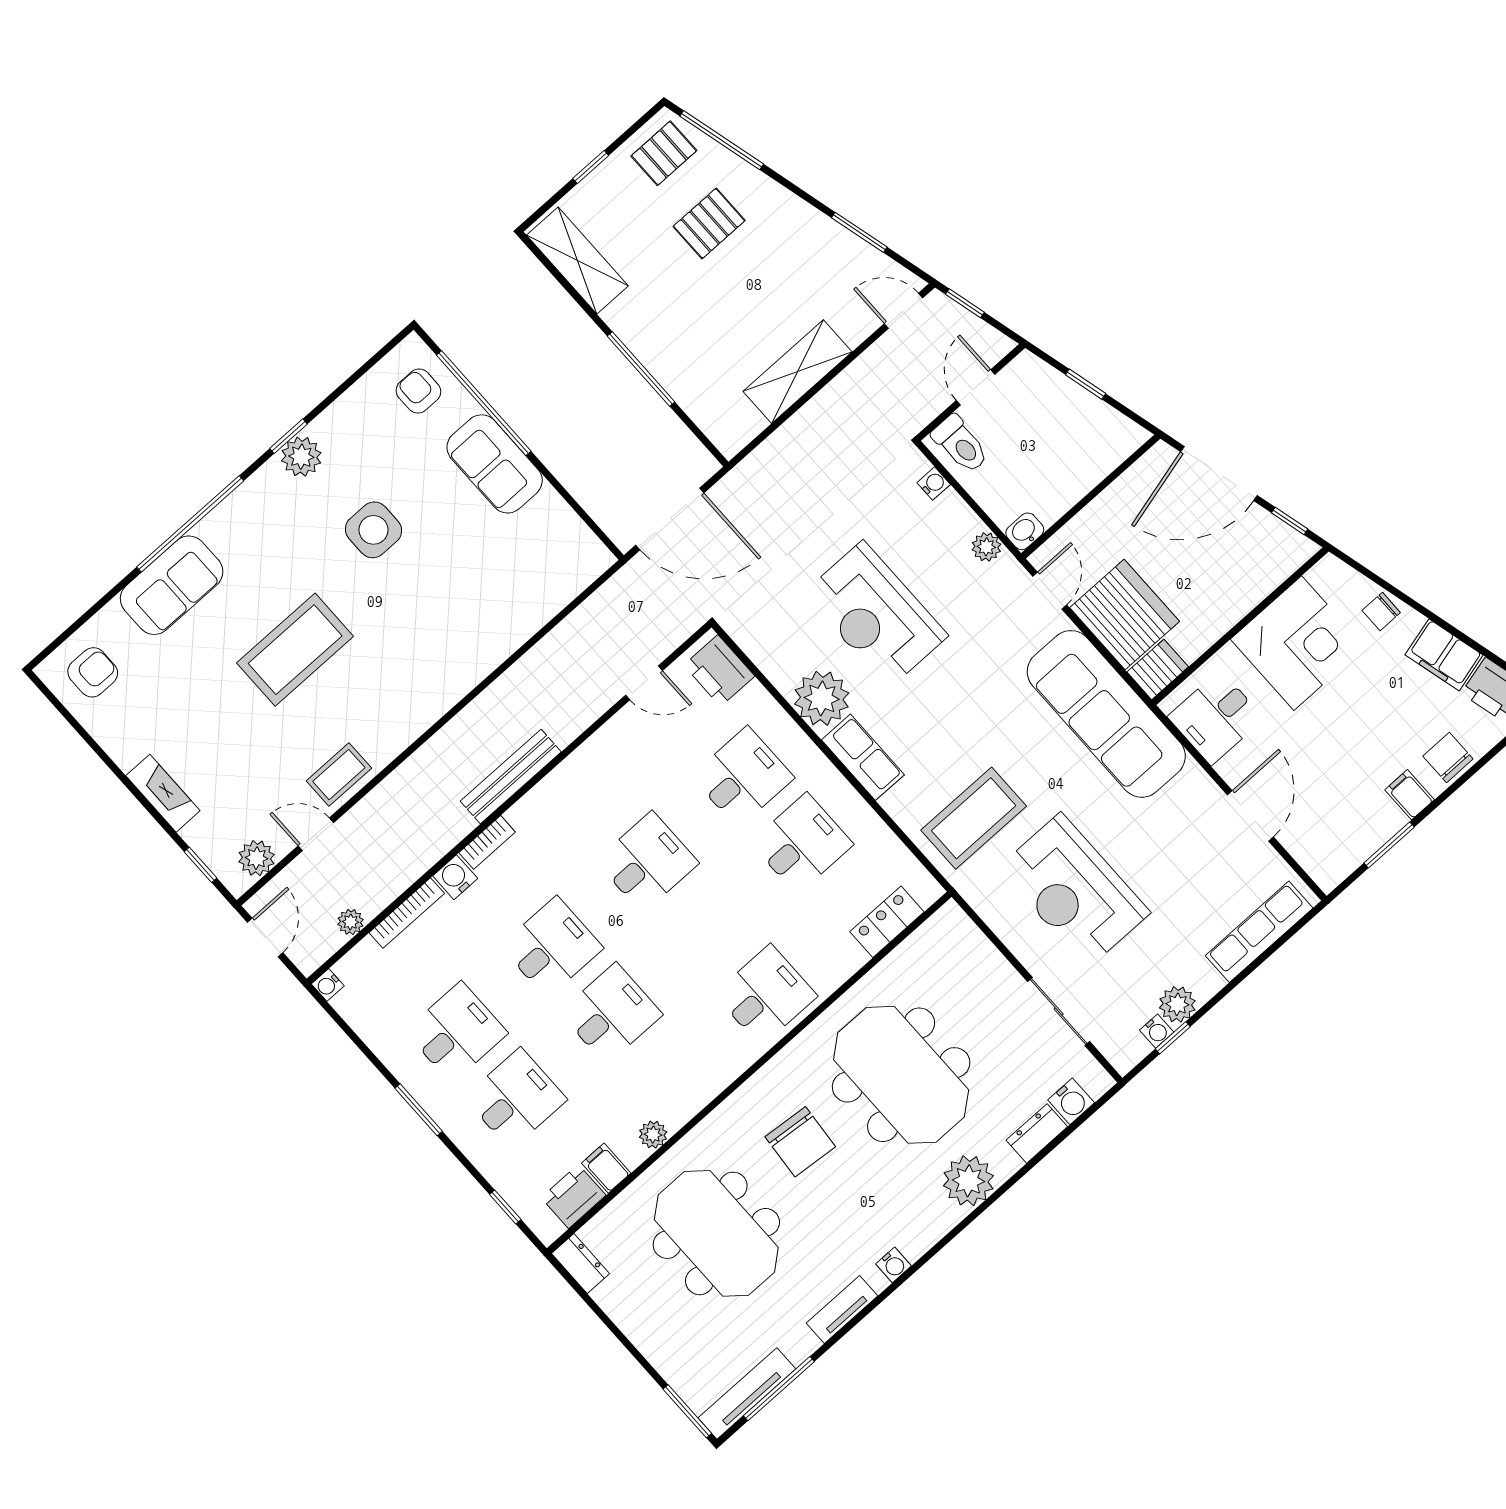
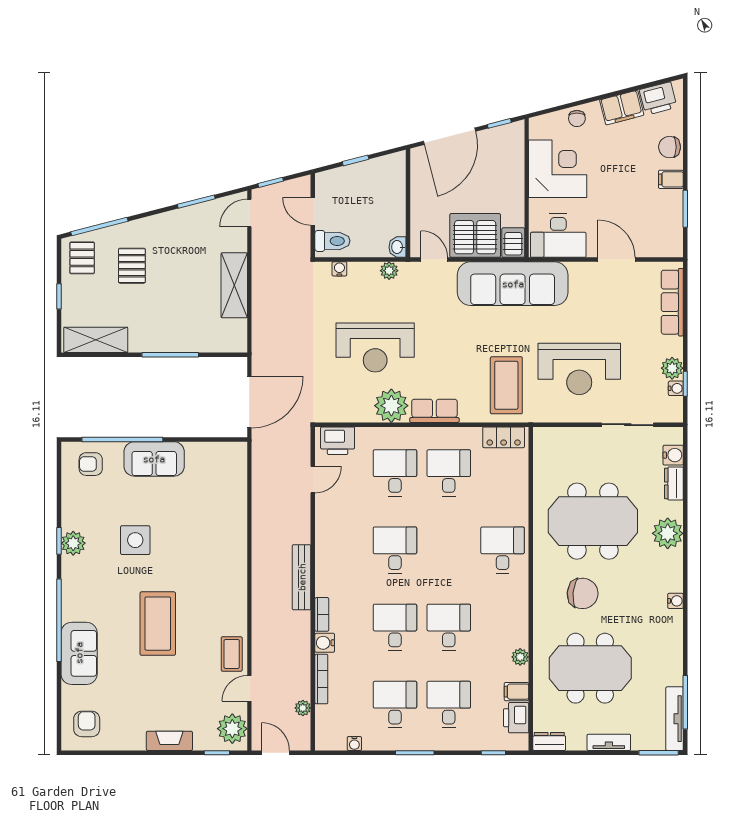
desk: (1216, 718) -> (558, 236), width x1.37
plant: (256, 858) -> (232, 729), width x1.36, depth x1.36
locker: (887, 922) -> (504, 437), moved, turned -90
water cooler: (328, 985) -> (354, 744), moved
tv unit: (842, 1309) -> (609, 742), moved, turned 90

